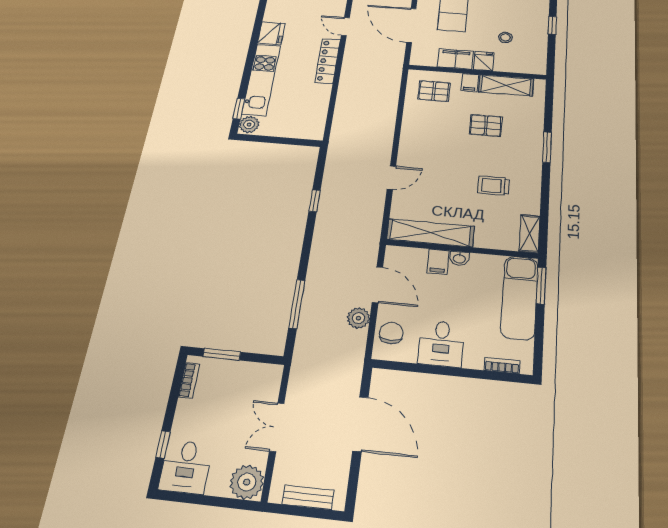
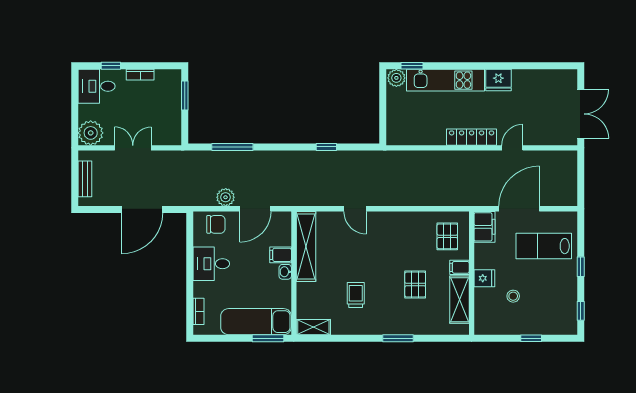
filing cabinet: (456, 59) -> (484, 227), moved
bookcase: (189, 380) -> (140, 75), moved

